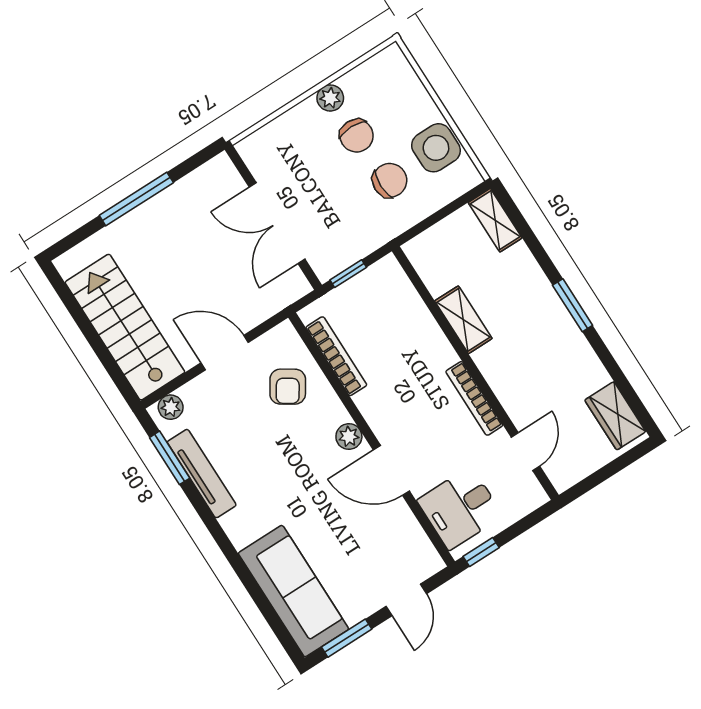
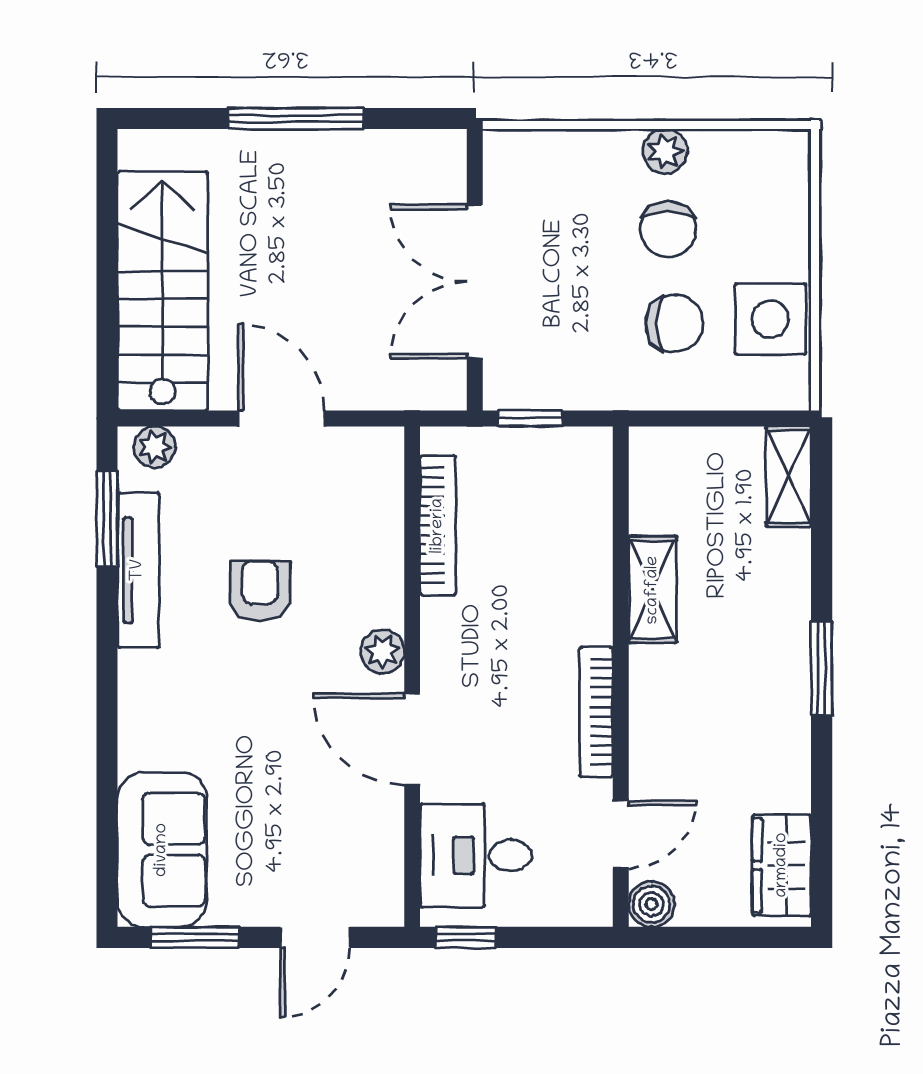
armchair: (288, 387) -> (260, 591), moved, turned 147
boiler: (563, 476) -> (651, 904), added
sofa: (293, 591) -> (162, 850), width x0.73

